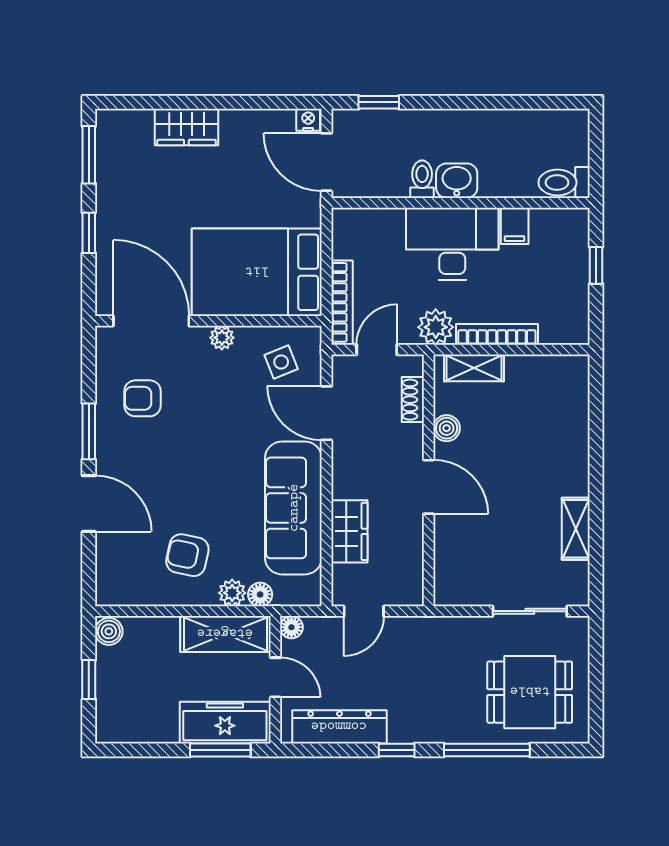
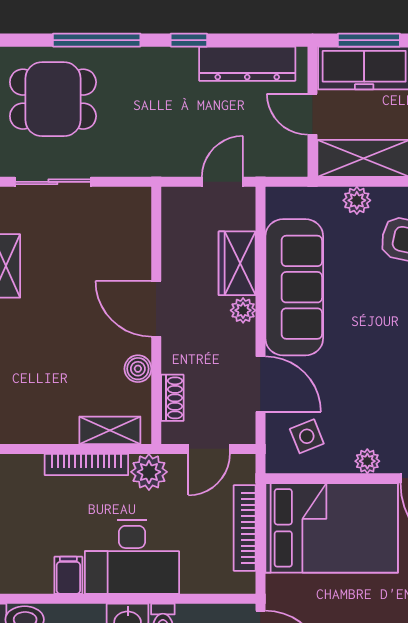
bookcase: (342, 302) -> (245, 528), moved
plant: (344, 485) -> (243, 310), added
floor lamp: (260, 594) -> (328, 199), removed
floor lamp: (291, 627) -> (296, 165), removed

